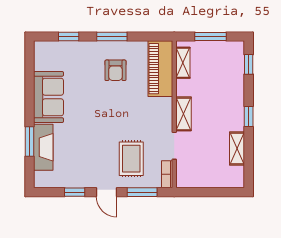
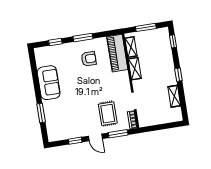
armchair: (115, 70) -> (89, 59), turned -90
shelving: (183, 114) -> (135, 69), moved
fireplace: (43, 147) -> (50, 115), removed

